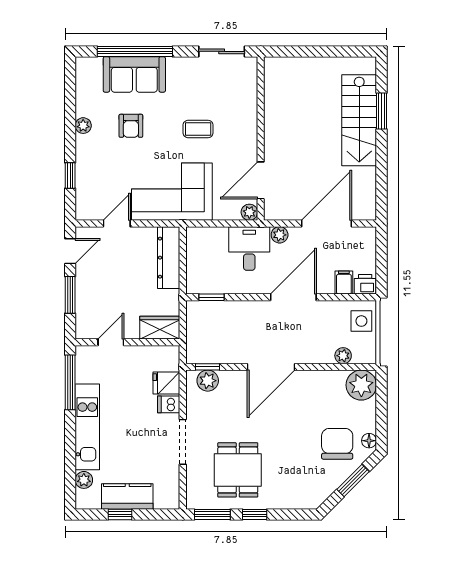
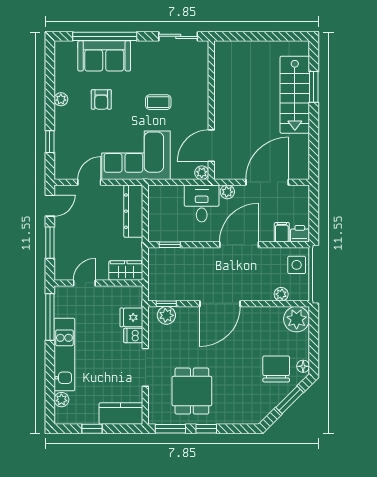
kitchen counter: (127, 496) -> (121, 413), moved

